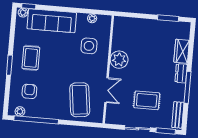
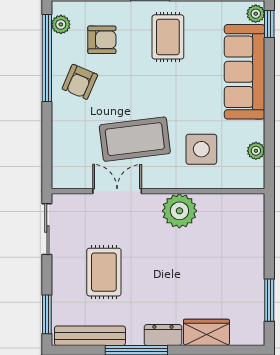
rug: (31, 58) -> (168, 37), turned 90
double door: (107, 90) -> (117, 191), swing flipped
coffee table: (80, 100) -> (135, 139), moved
armchair: (50, 104) -> (80, 82), added
bench: (178, 115) -> (90, 336), width x1.36
sliding door: (137, 129) -> (47, 229), moved

